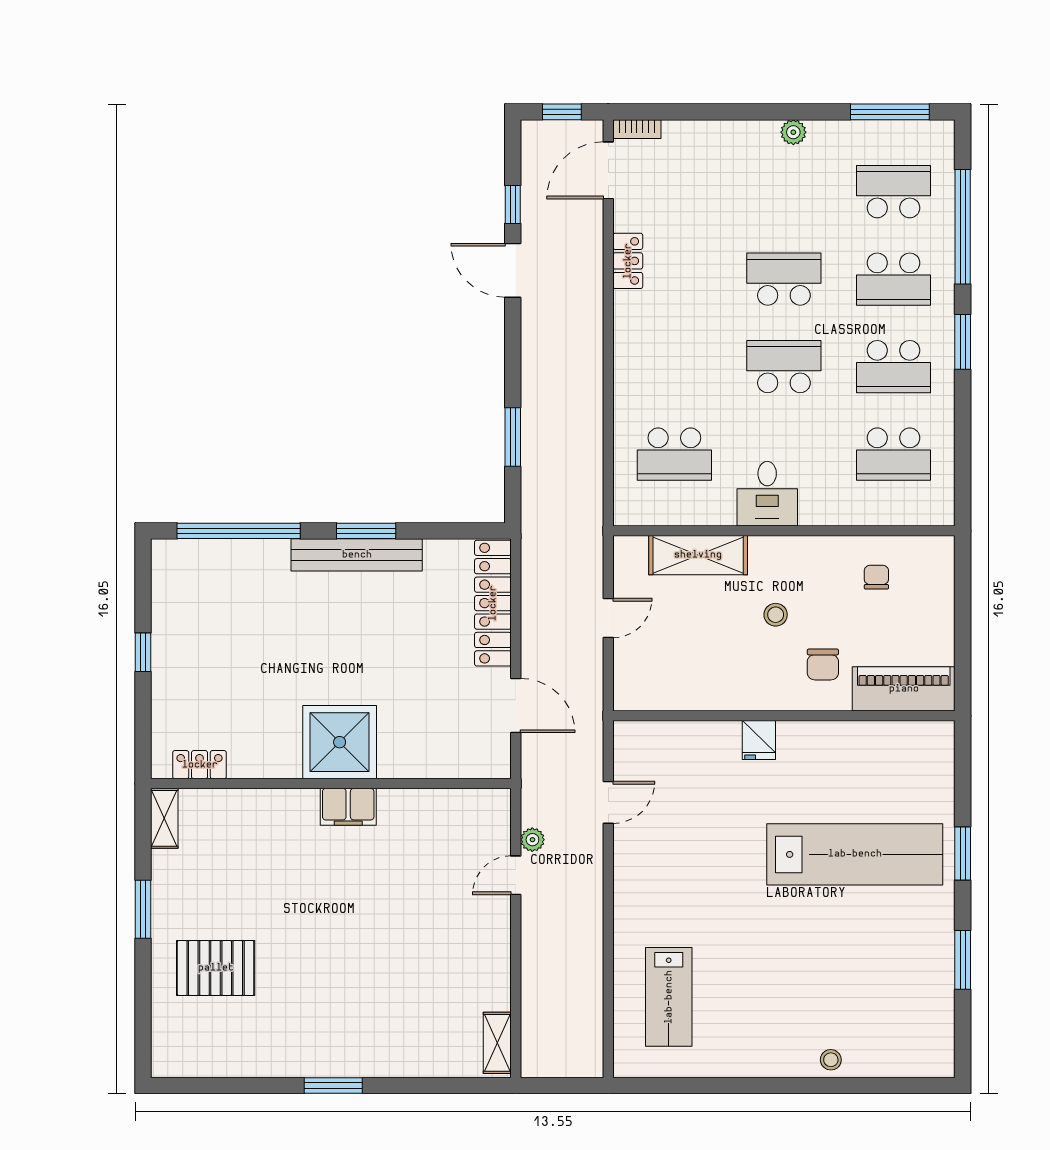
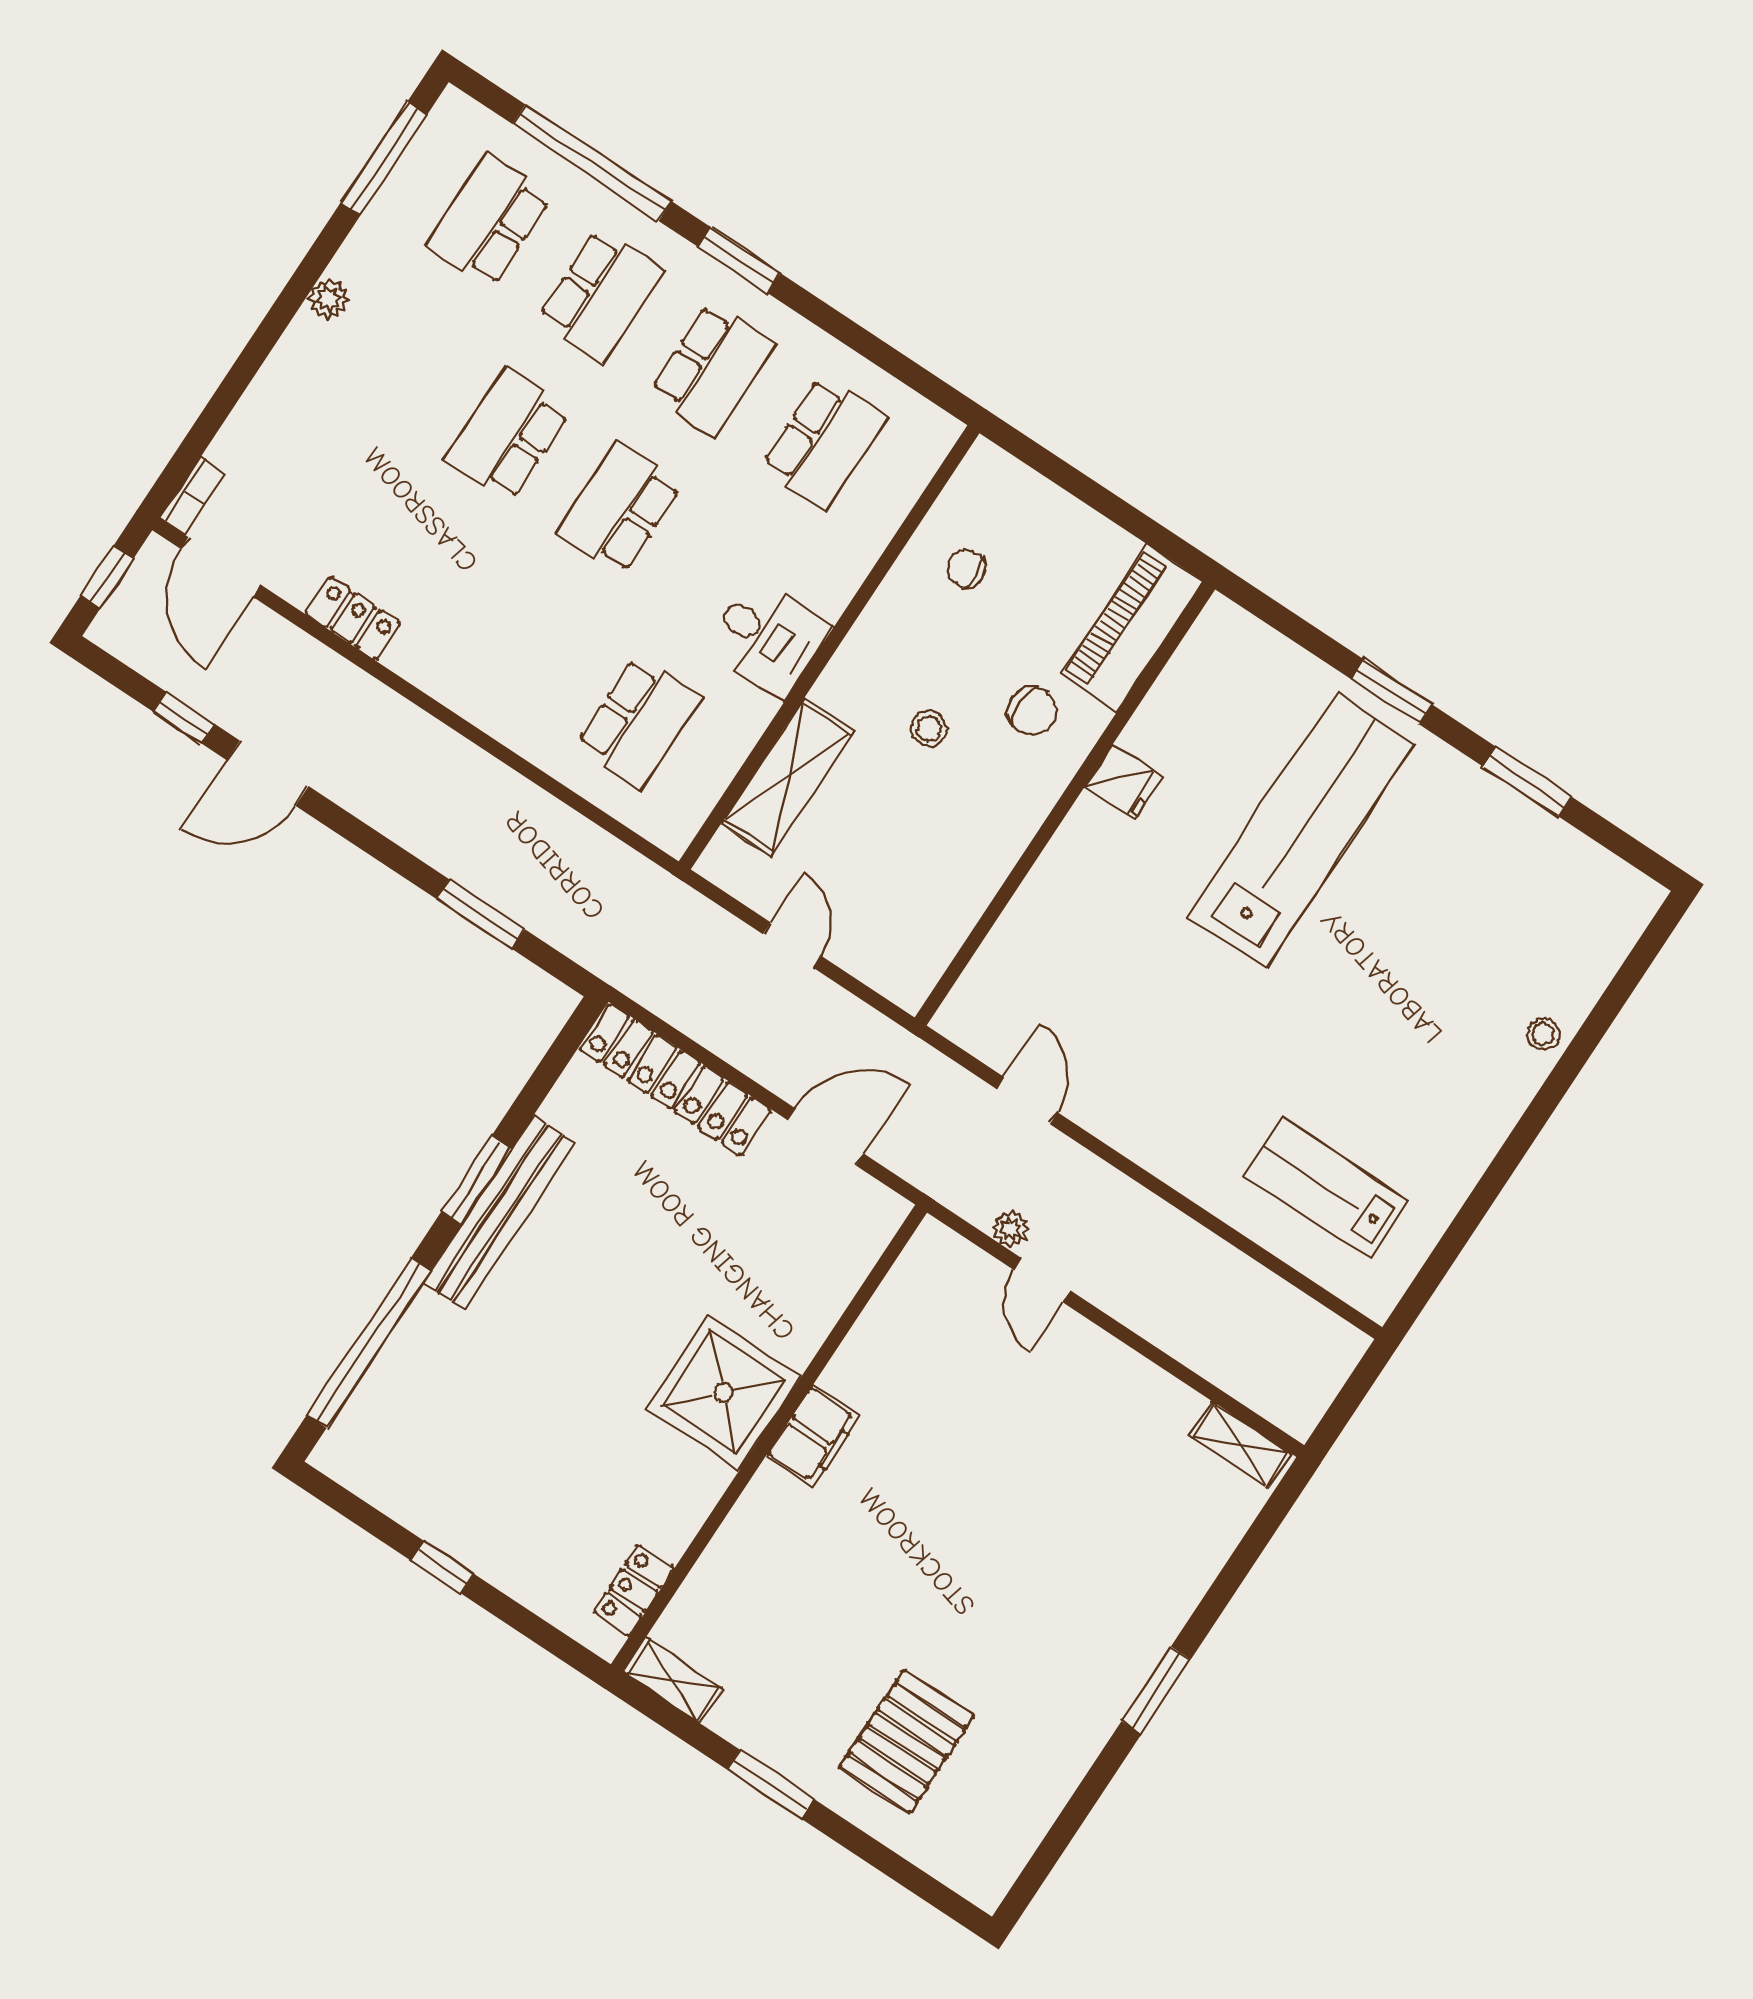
fridge: (759, 740) -> (1124, 782), moved
lab bench: (669, 997) -> (1326, 1188), turned 180

